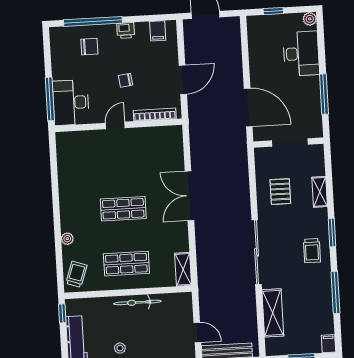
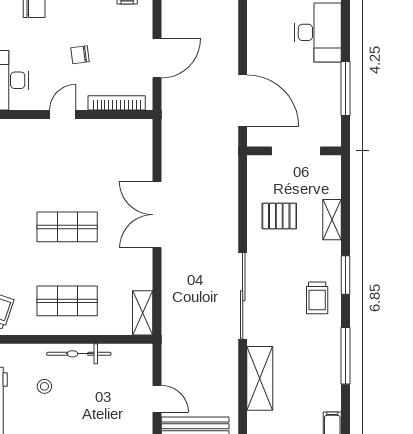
pallet: (280, 192) -> (279, 216), turned 90
stool: (120, 348) -> (44, 386), moved

